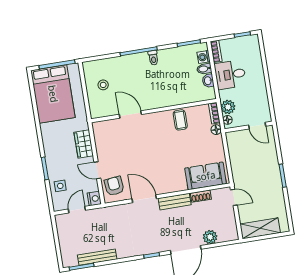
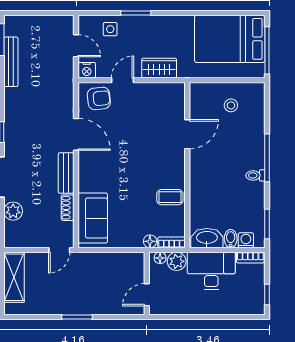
desk: (230, 75) -> (211, 271), width x1.37
washbasin: (208, 81) -> (207, 238), width x1.91, depth x1.45
door: (144, 199) -> (76, 134), hinge flipped

